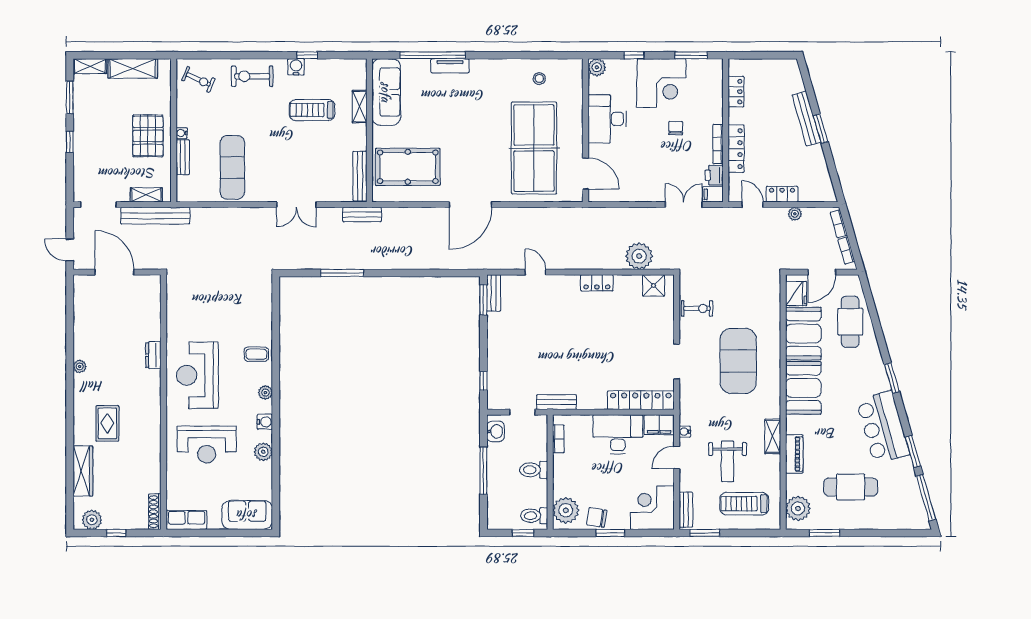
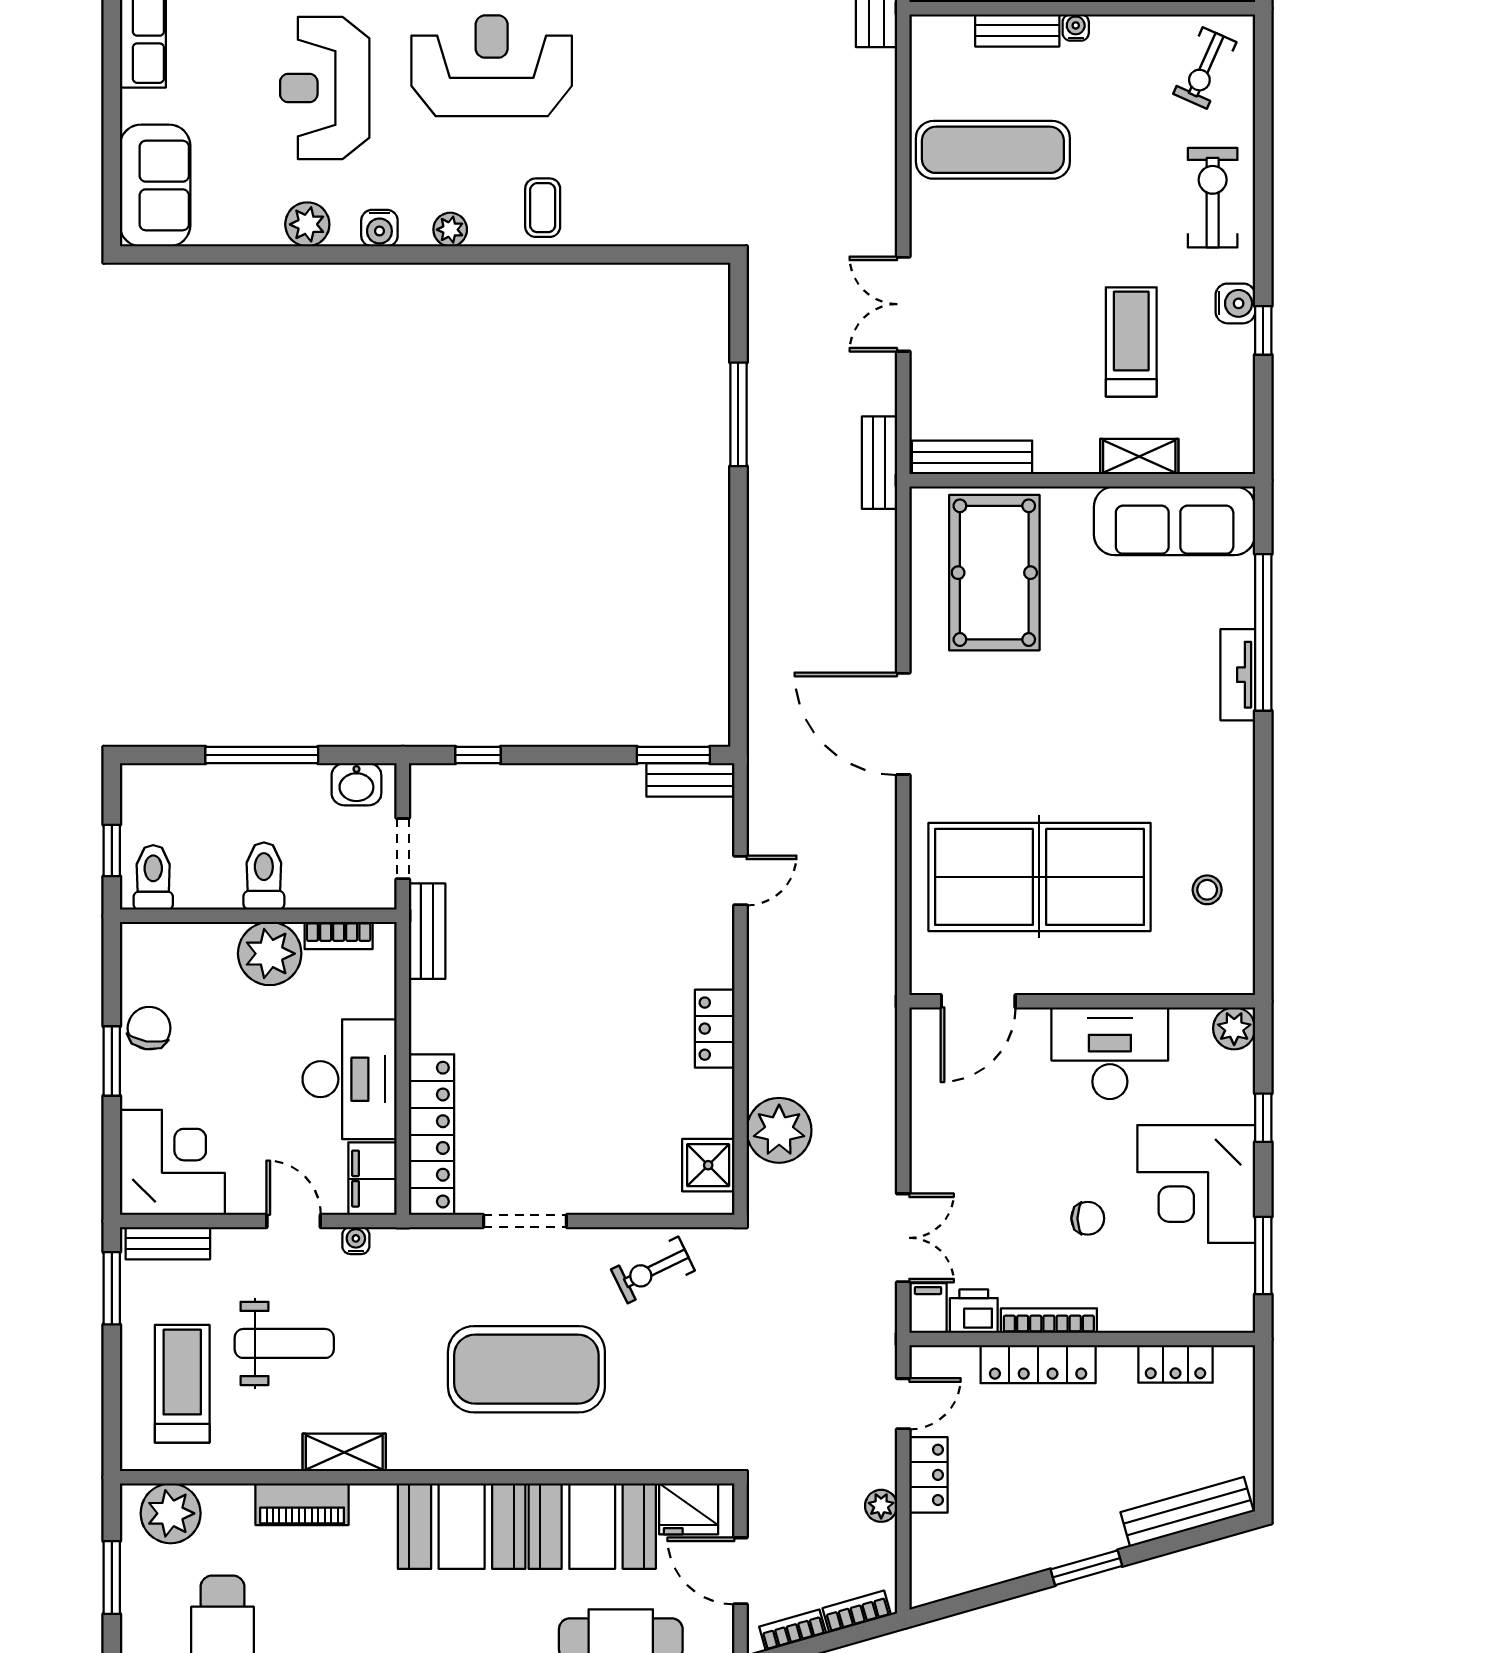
bench: (806, 119) -> (1187, 1512), moved
exercise bike: (697, 308) -> (653, 1270), turned 64
weight bench: (728, 461) -> (284, 1343), turned 180
plant: (566, 510) -> (270, 954), moved

